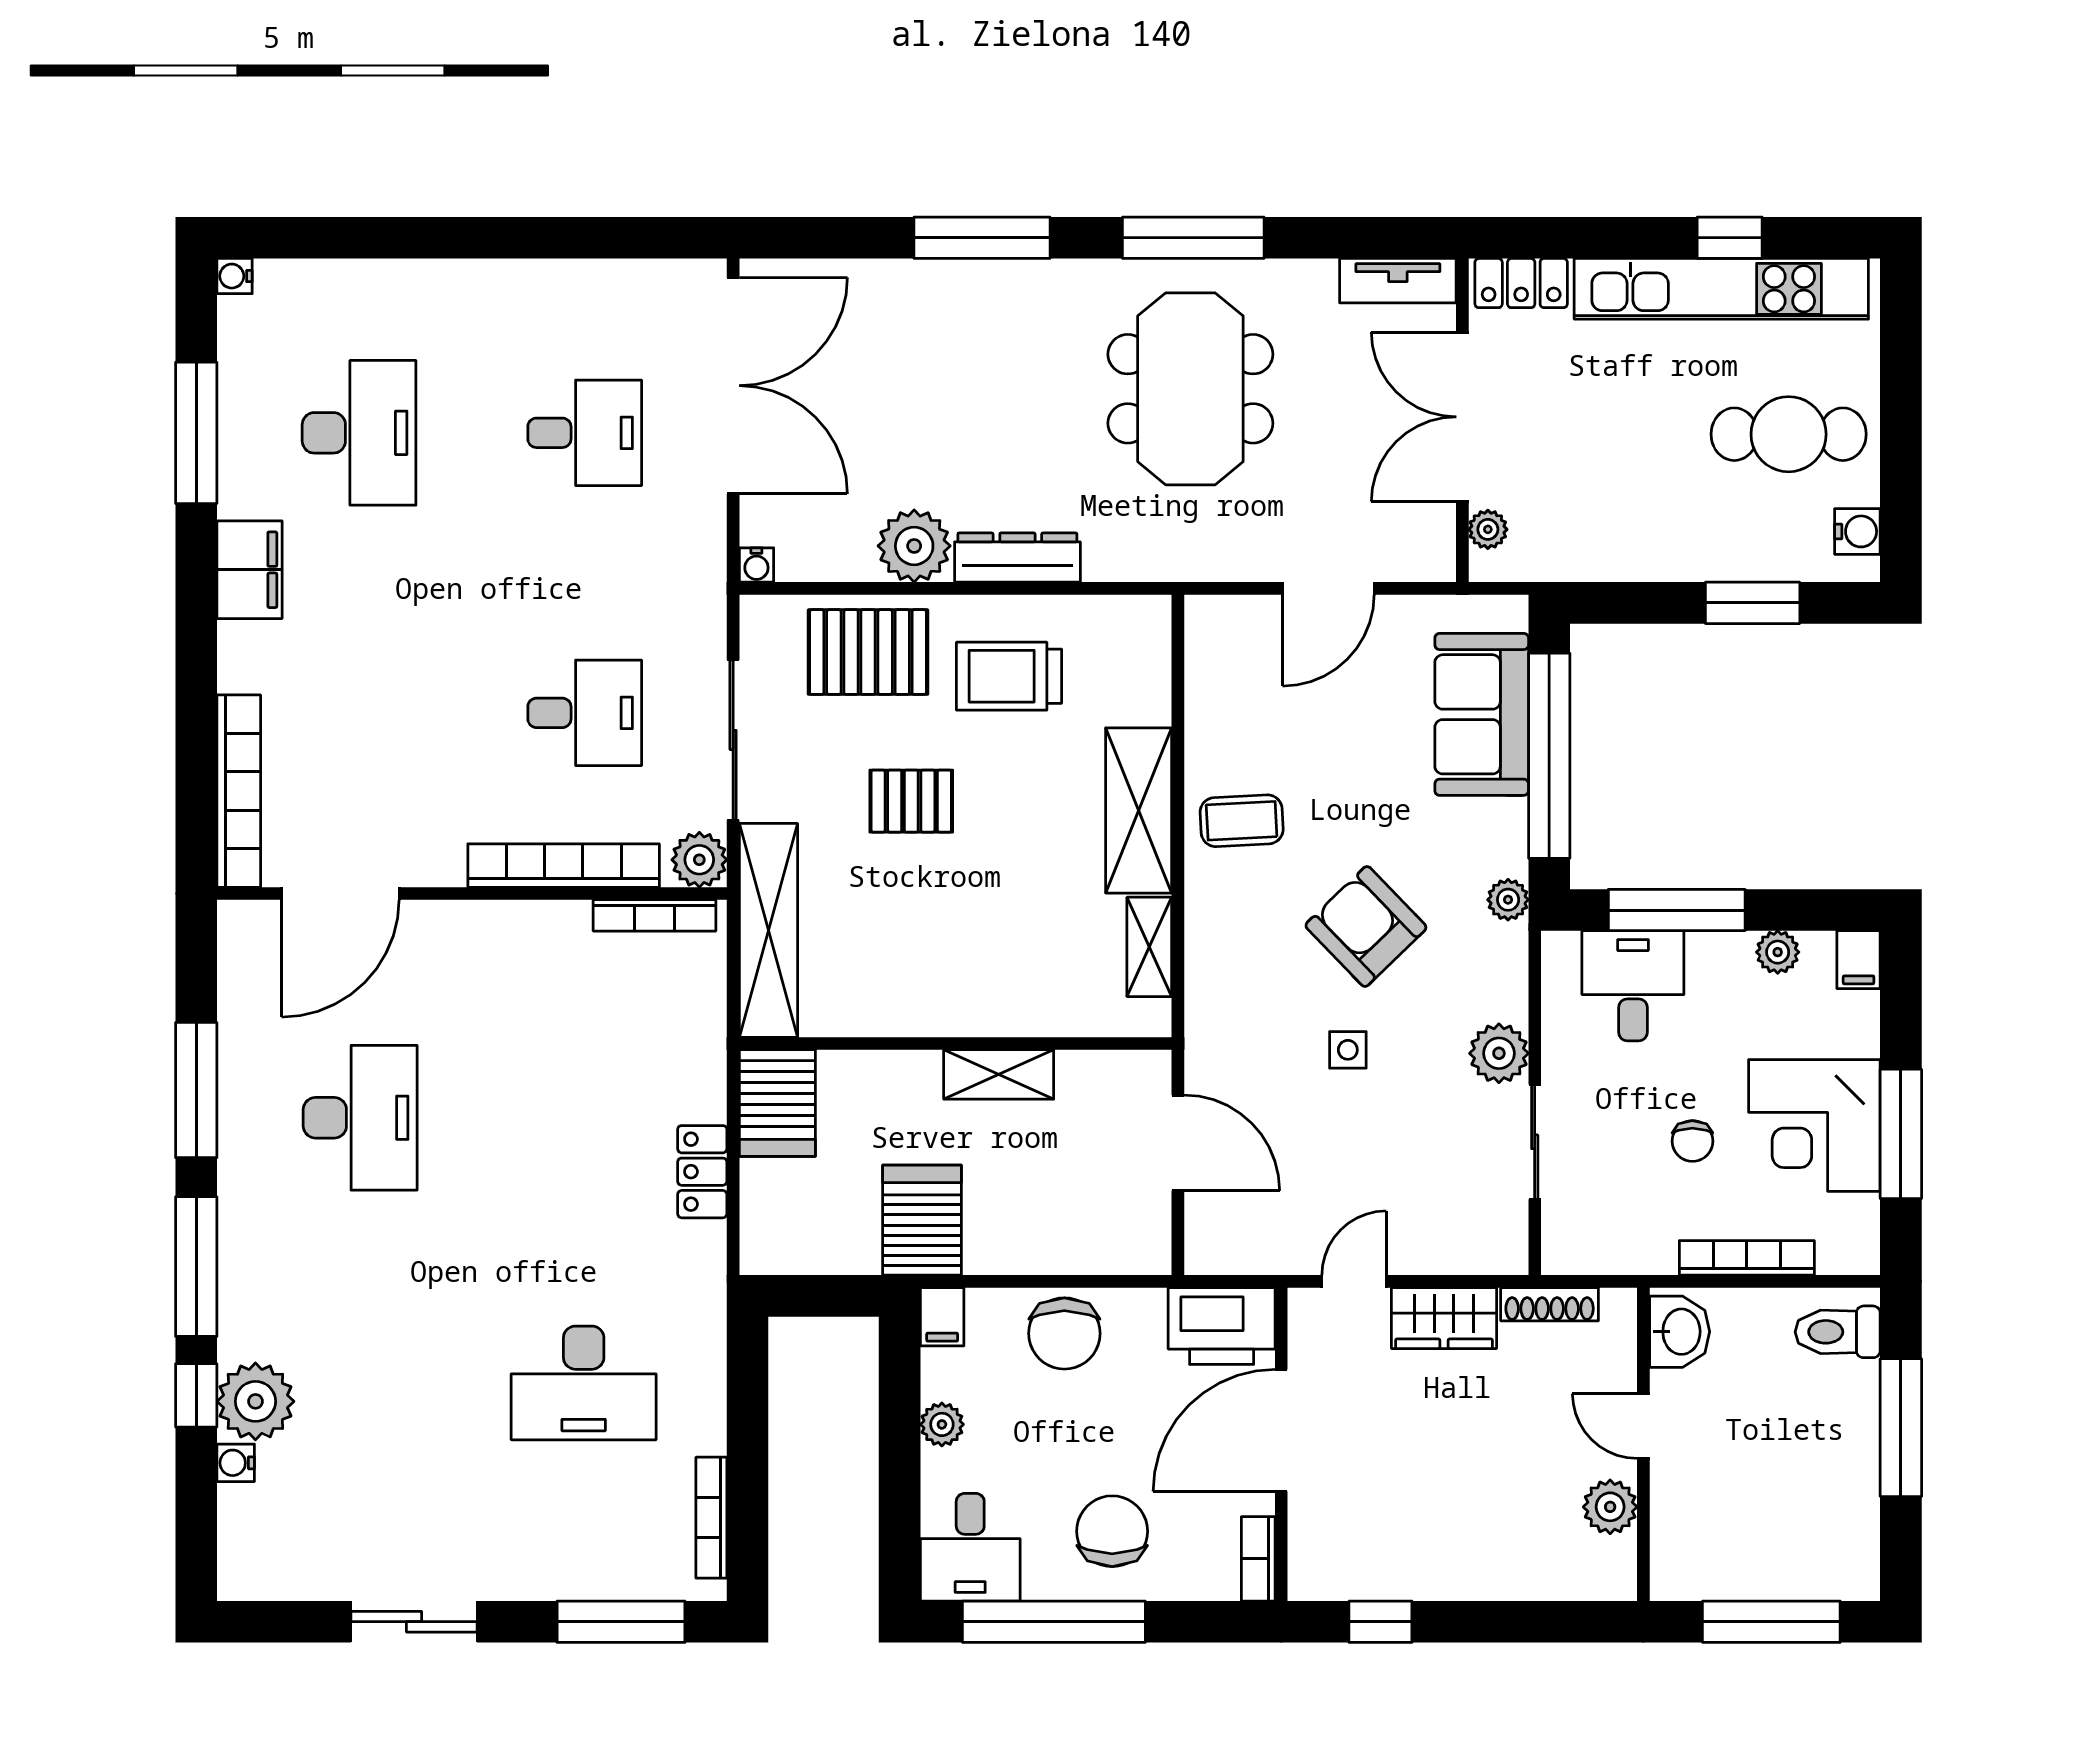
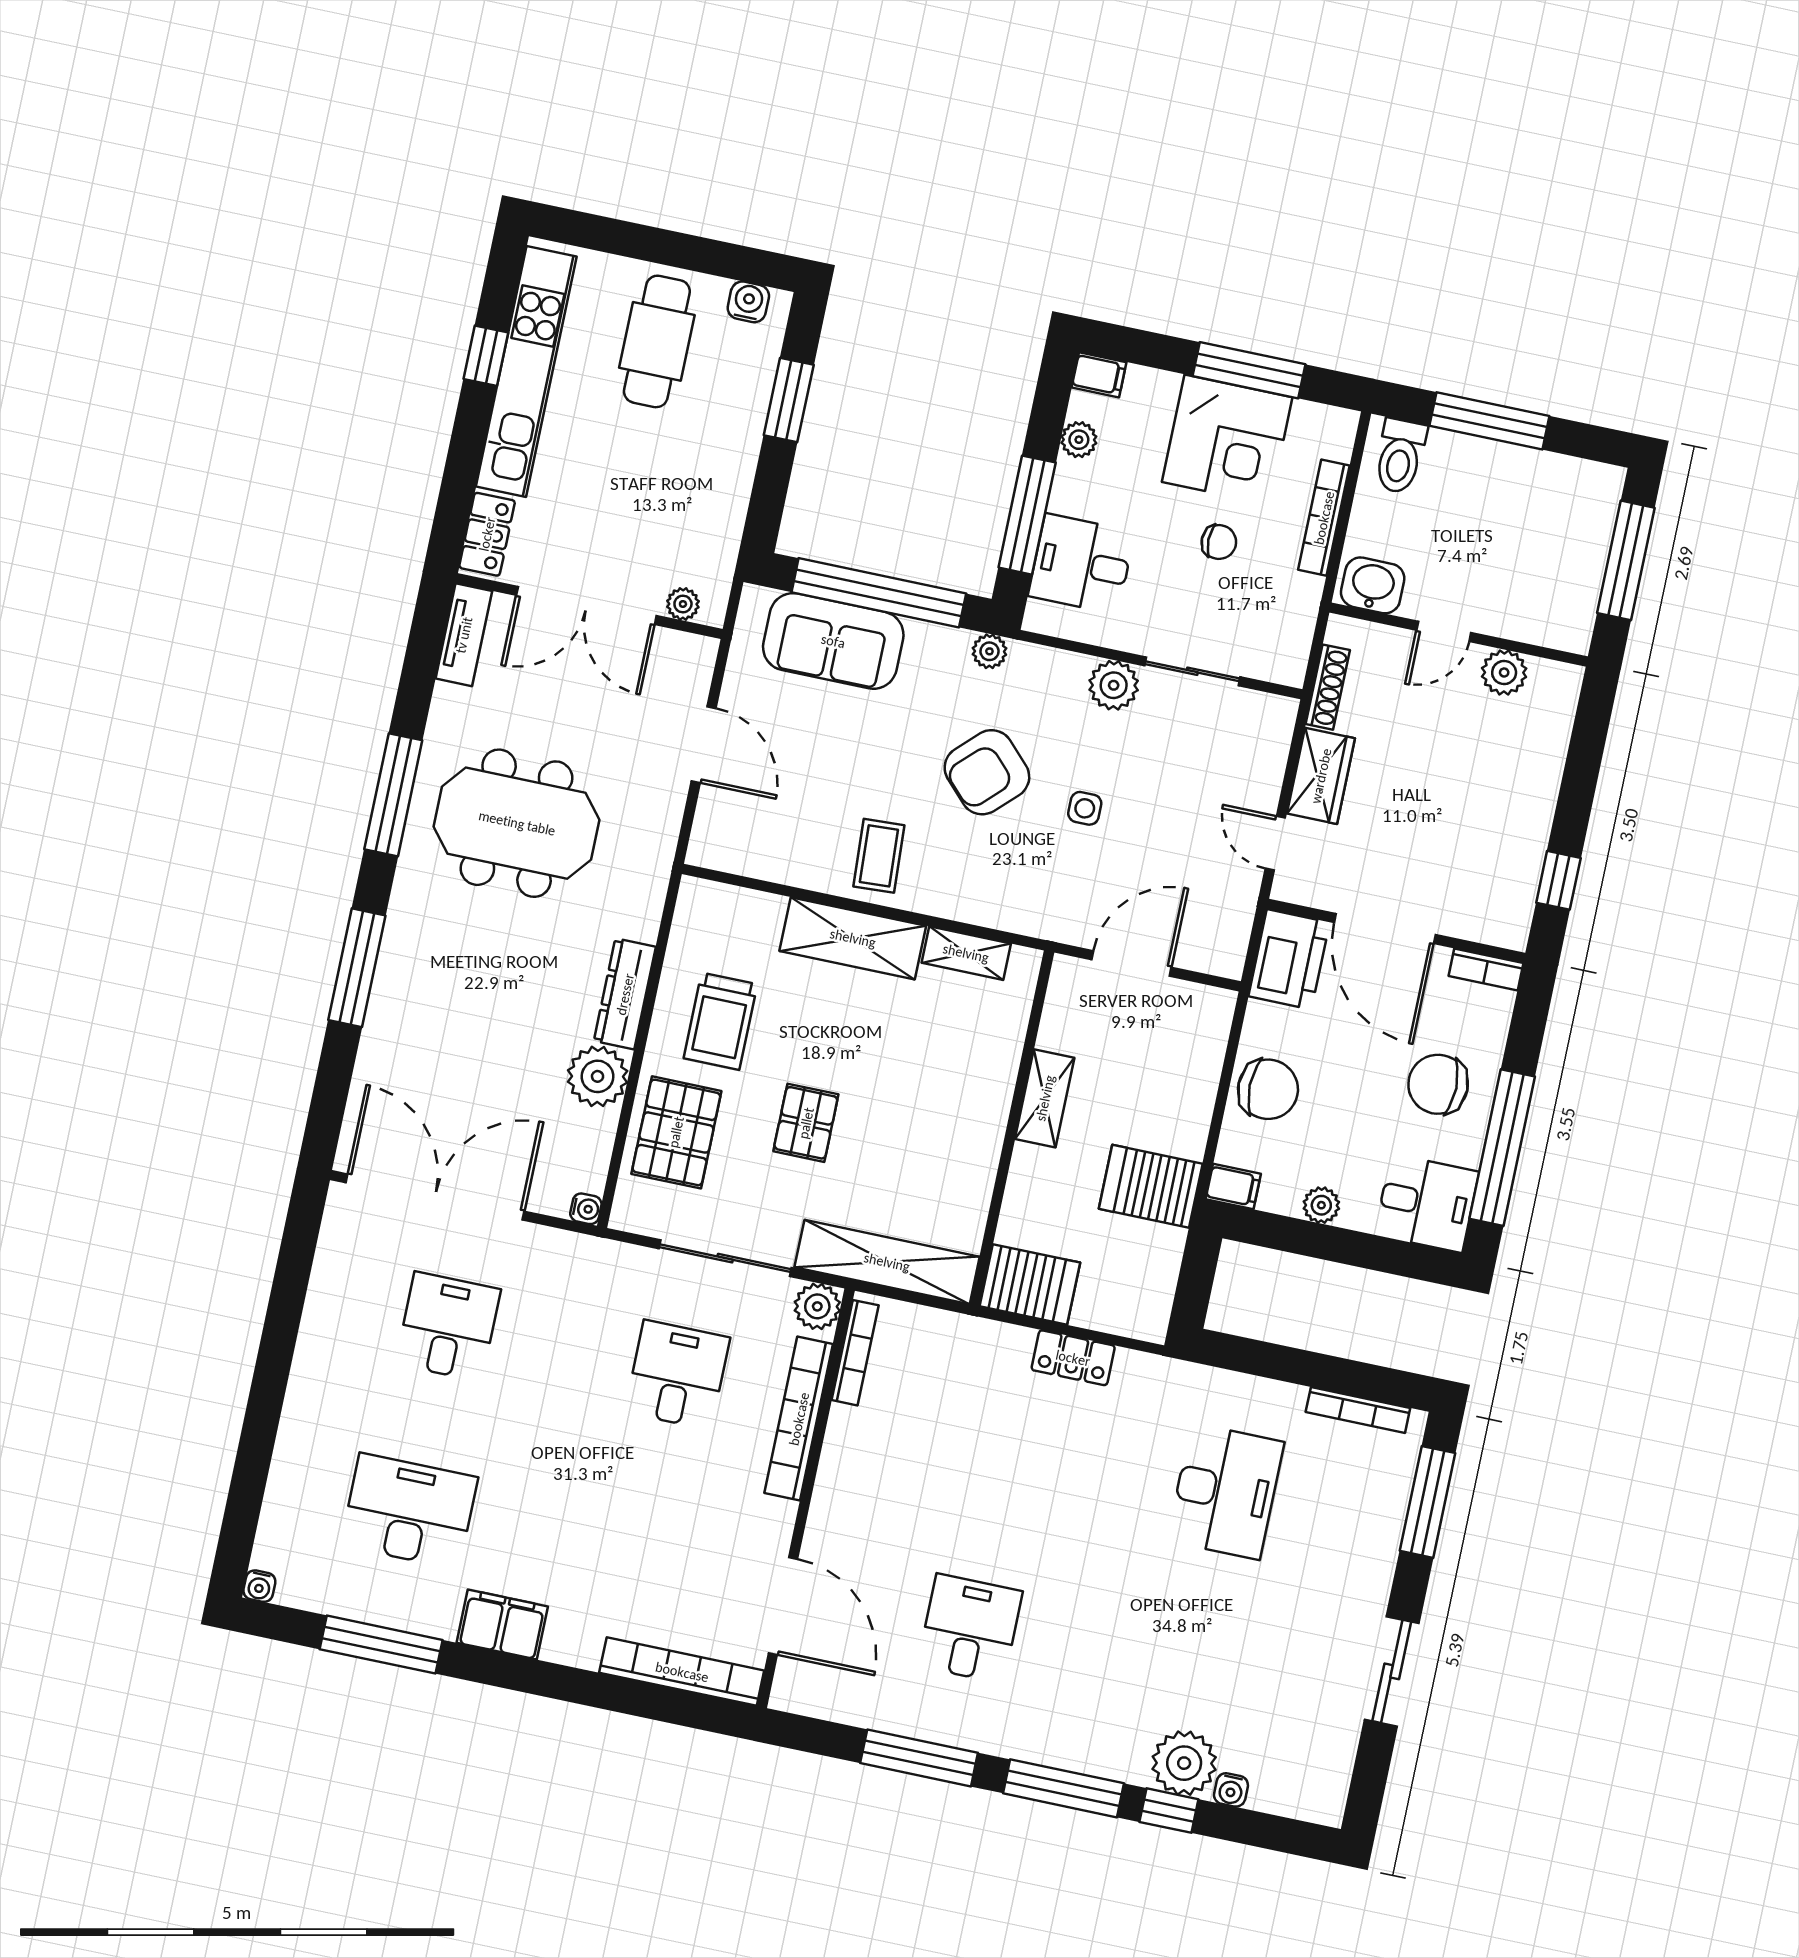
desk: (360, 1118) -> (970, 1629), width x0.73

